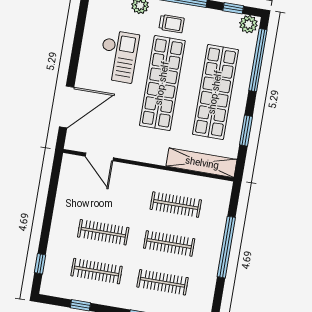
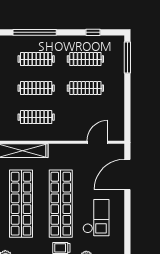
checkout: (118, 56) -> (96, 218), turned 180
door: (99, 157) -> (97, 142), hinge flipped
window: (40, 264) -> (127, 57), width x2.17

